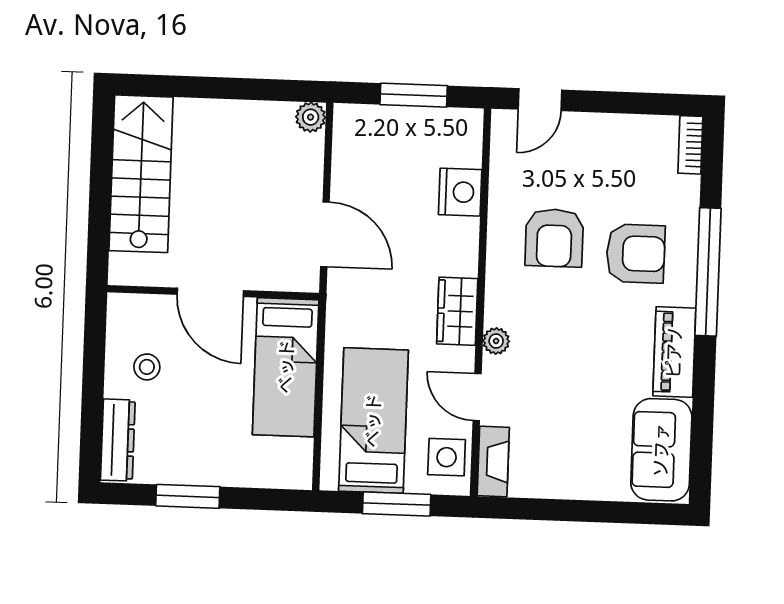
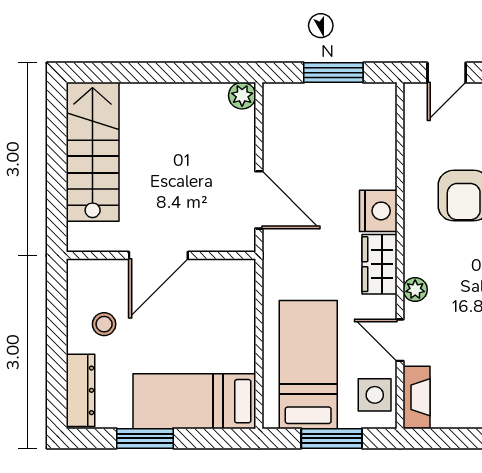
nightstand: (460, 192) -> (378, 211), moved
door: (210, 292) -> (158, 255), hinge flipped
bed: (286, 367) -> (194, 401), moved, turned 90

